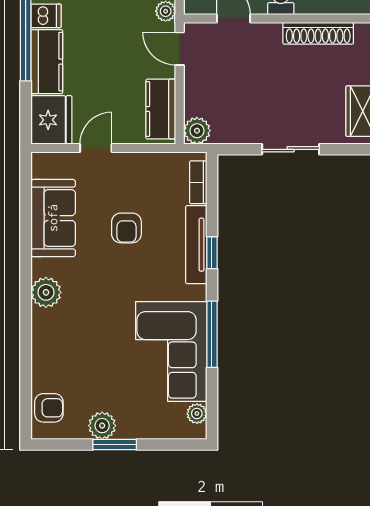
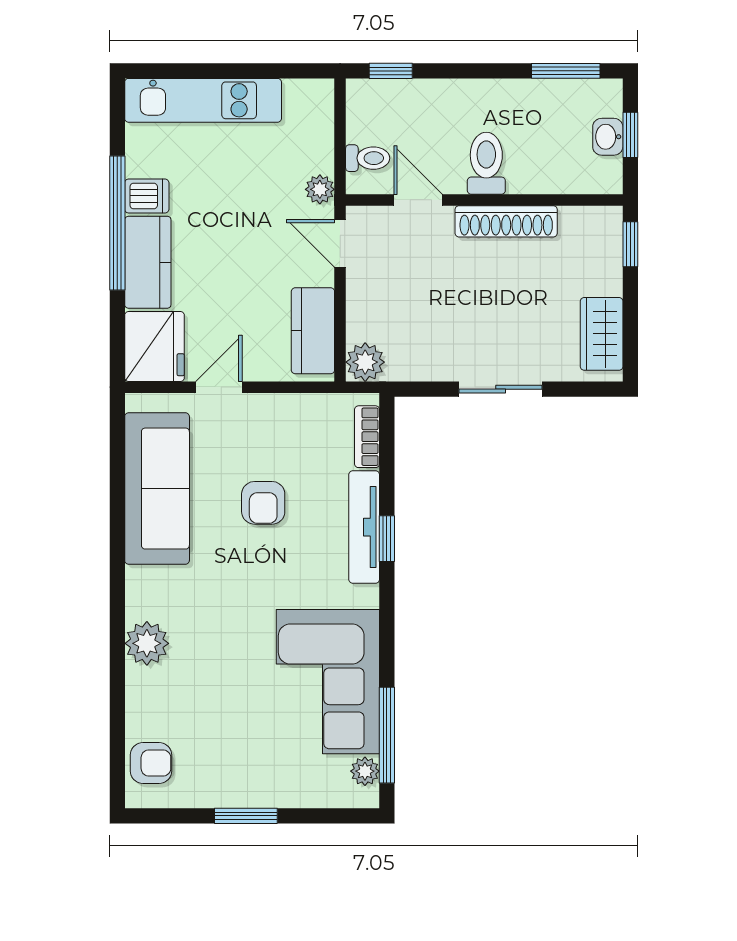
shoe rack: (318, 33) -> (506, 221), moved
sofa: (53, 218) -> (157, 489), width x1.36
plant: (46, 292) -> (147, 643), moved
window: (212, 334) -> (387, 735), moved
plant: (102, 426) -> (228, 789), removed

